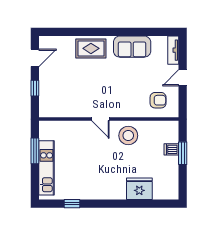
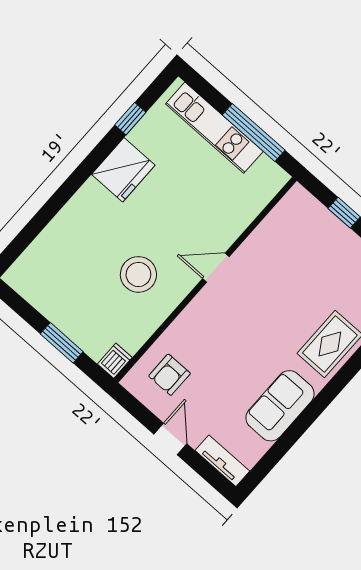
stool: (128, 136) -> (138, 274), moved
dishwasher: (171, 149) -> (115, 361), moved
window: (35, 151) -> (254, 132), width x1.44
fridge: (139, 189) -> (123, 170), moved

